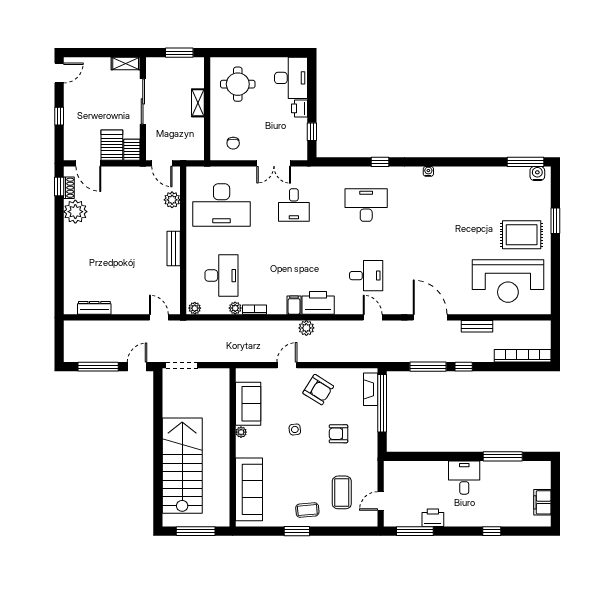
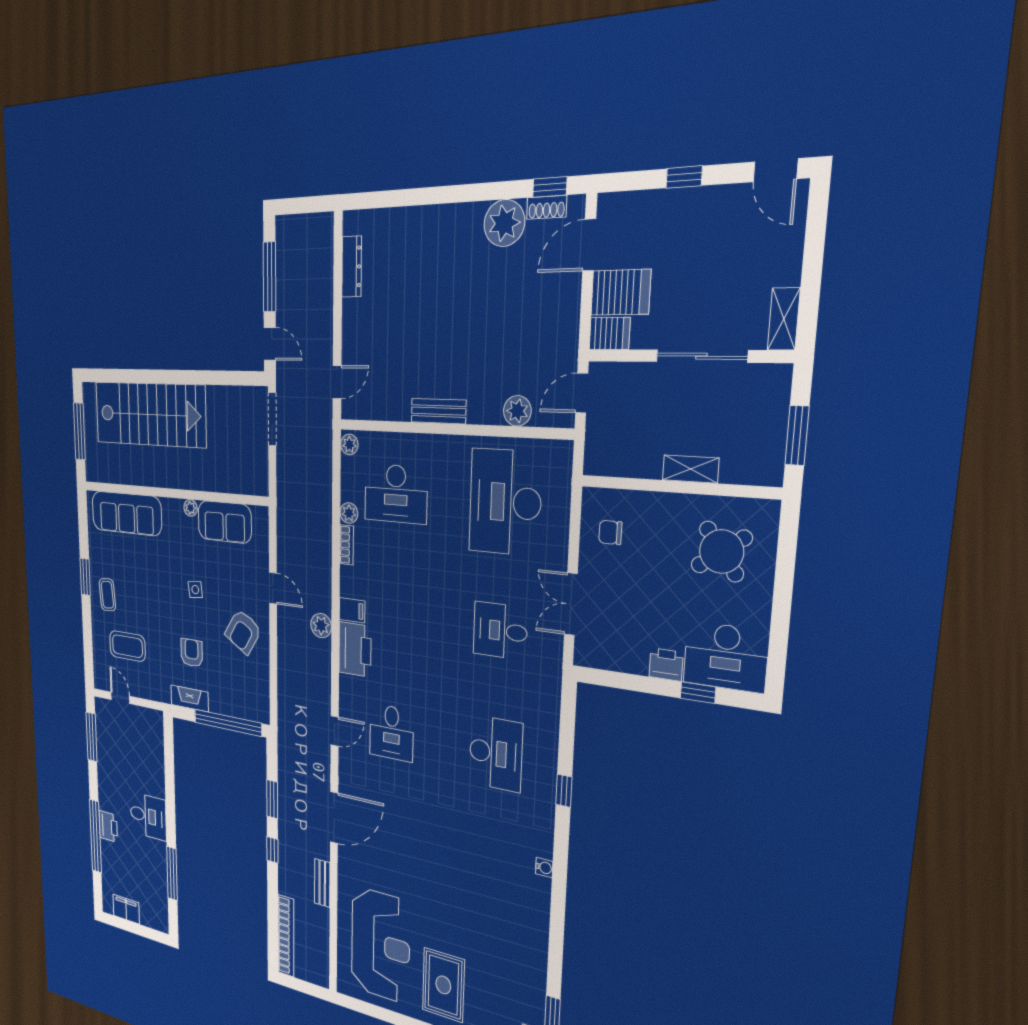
round table: (238, 84) -> (722, 552), turned -36
window: (312, 132) -> (698, 693), moved
reception desk: (508, 281) -> (380, 945), turned 180
window: (428, 367) -> (272, 799), width x0.69
fireplace: (371, 389) -> (190, 698), moved
printer: (433, 518) -> (108, 826), moved
window: (492, 531) -> (96, 836), width x3.17

